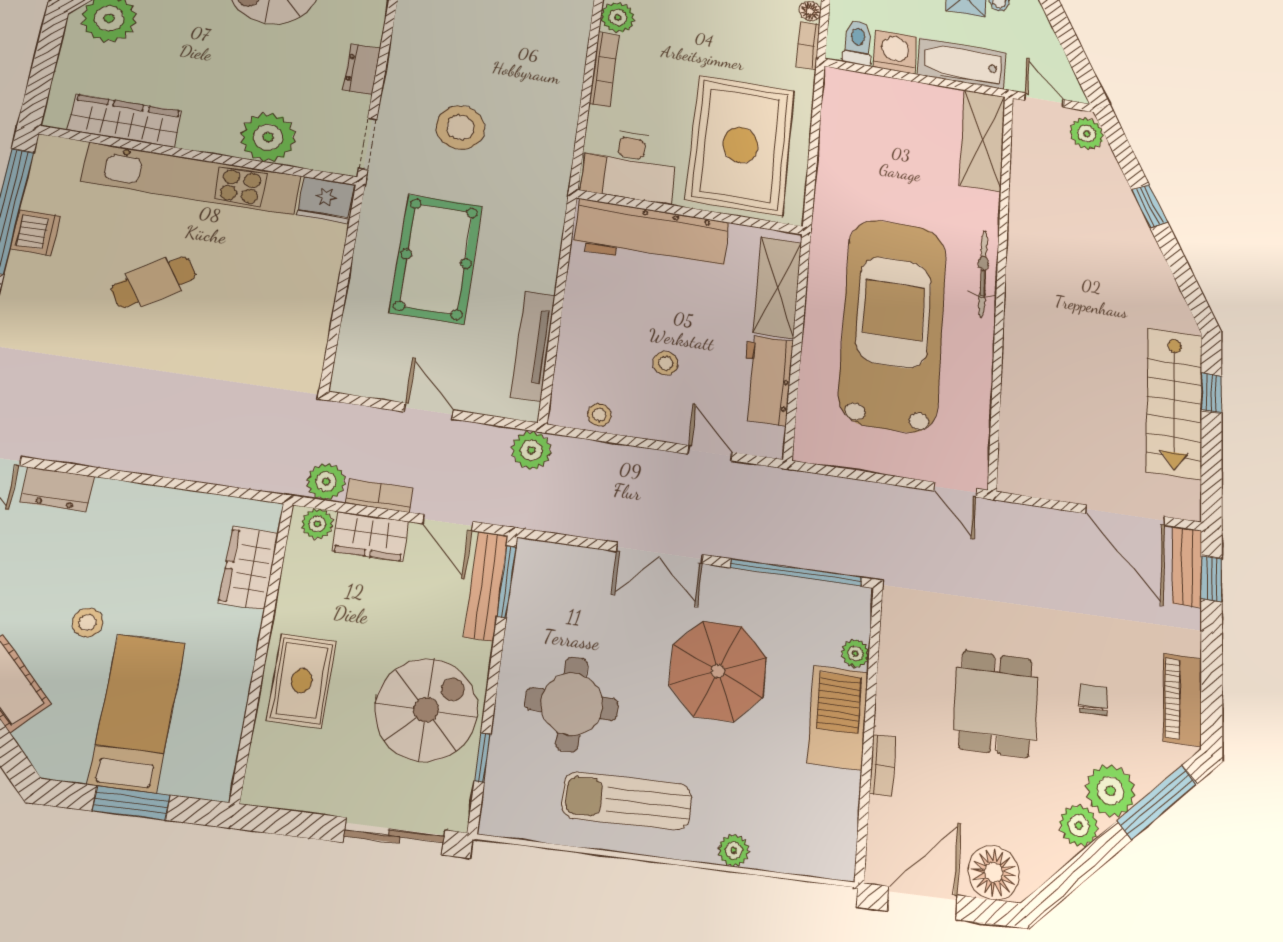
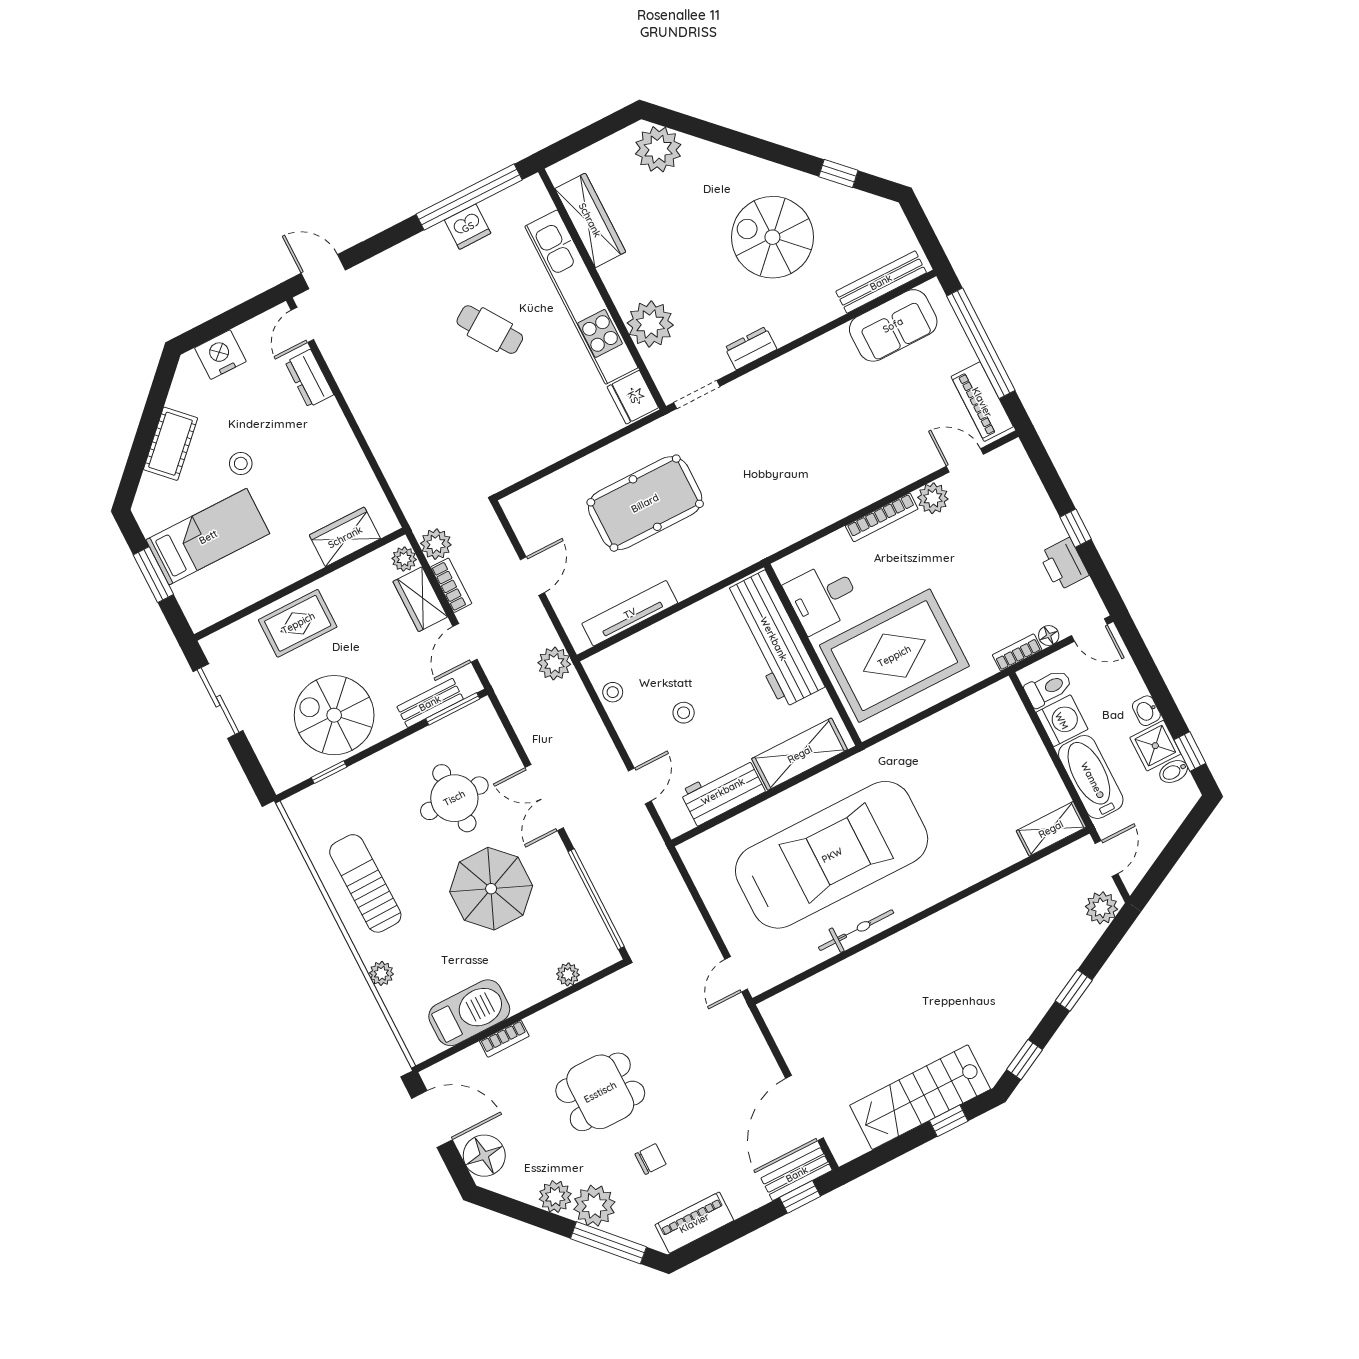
stool: (460, 128) -> (757, 449), removed
shelving: (983, 140) -> (1051, 829), width x0.67, depth x0.75
desk: (630, 165) -> (823, 597), width x0.73
bicycle: (983, 274) -> (856, 930), moved
window: (1190, 289) -> (1025, 1060), added
bench: (486, 586) -> (430, 703), width x0.73
round table: (572, 704) -> (454, 798), moved
spiral stairs: (426, 710) -> (334, 715), turned 180
barbecue: (838, 717) -> (469, 1013), moved
sliding door: (394, 836) -> (218, 701), moved

